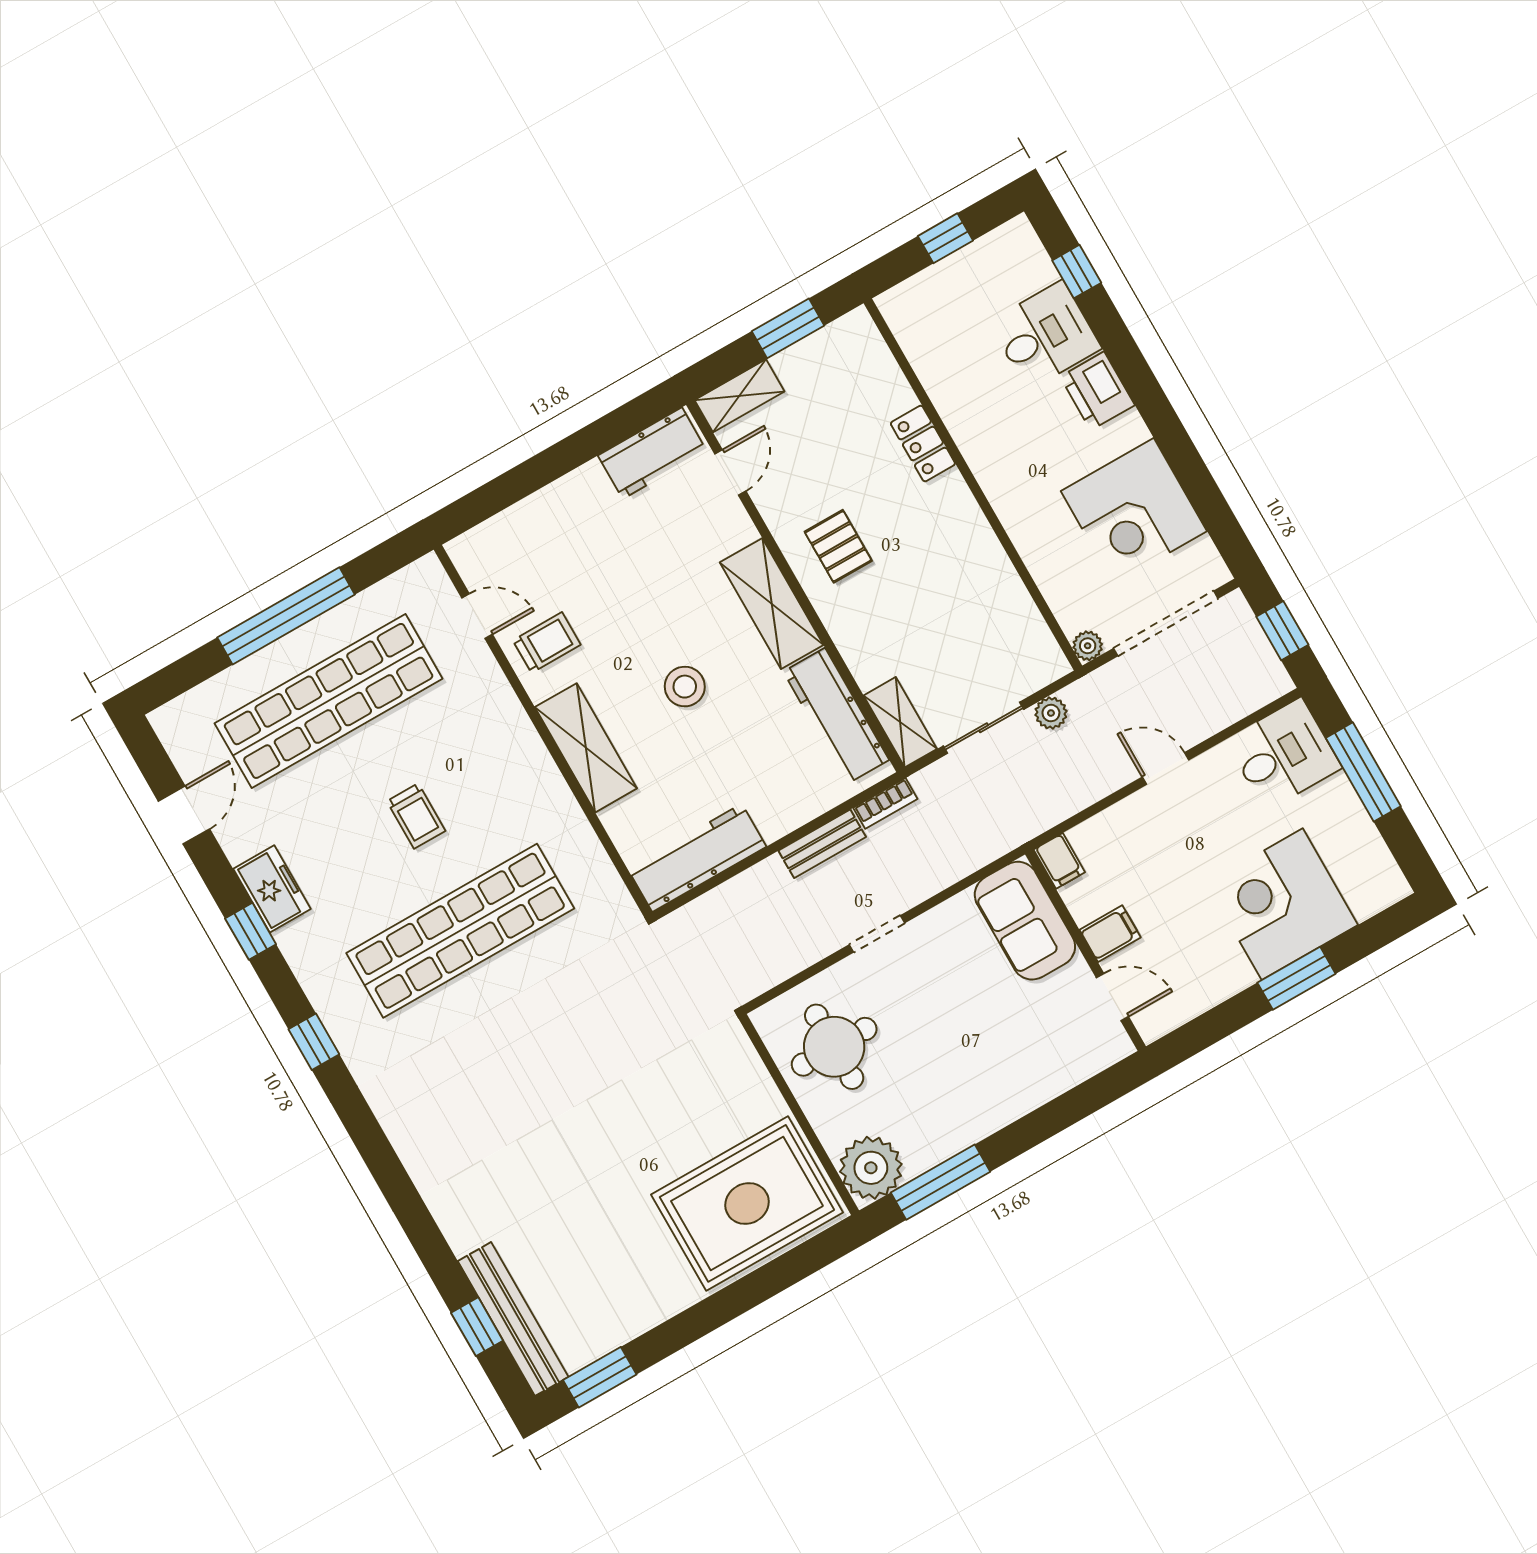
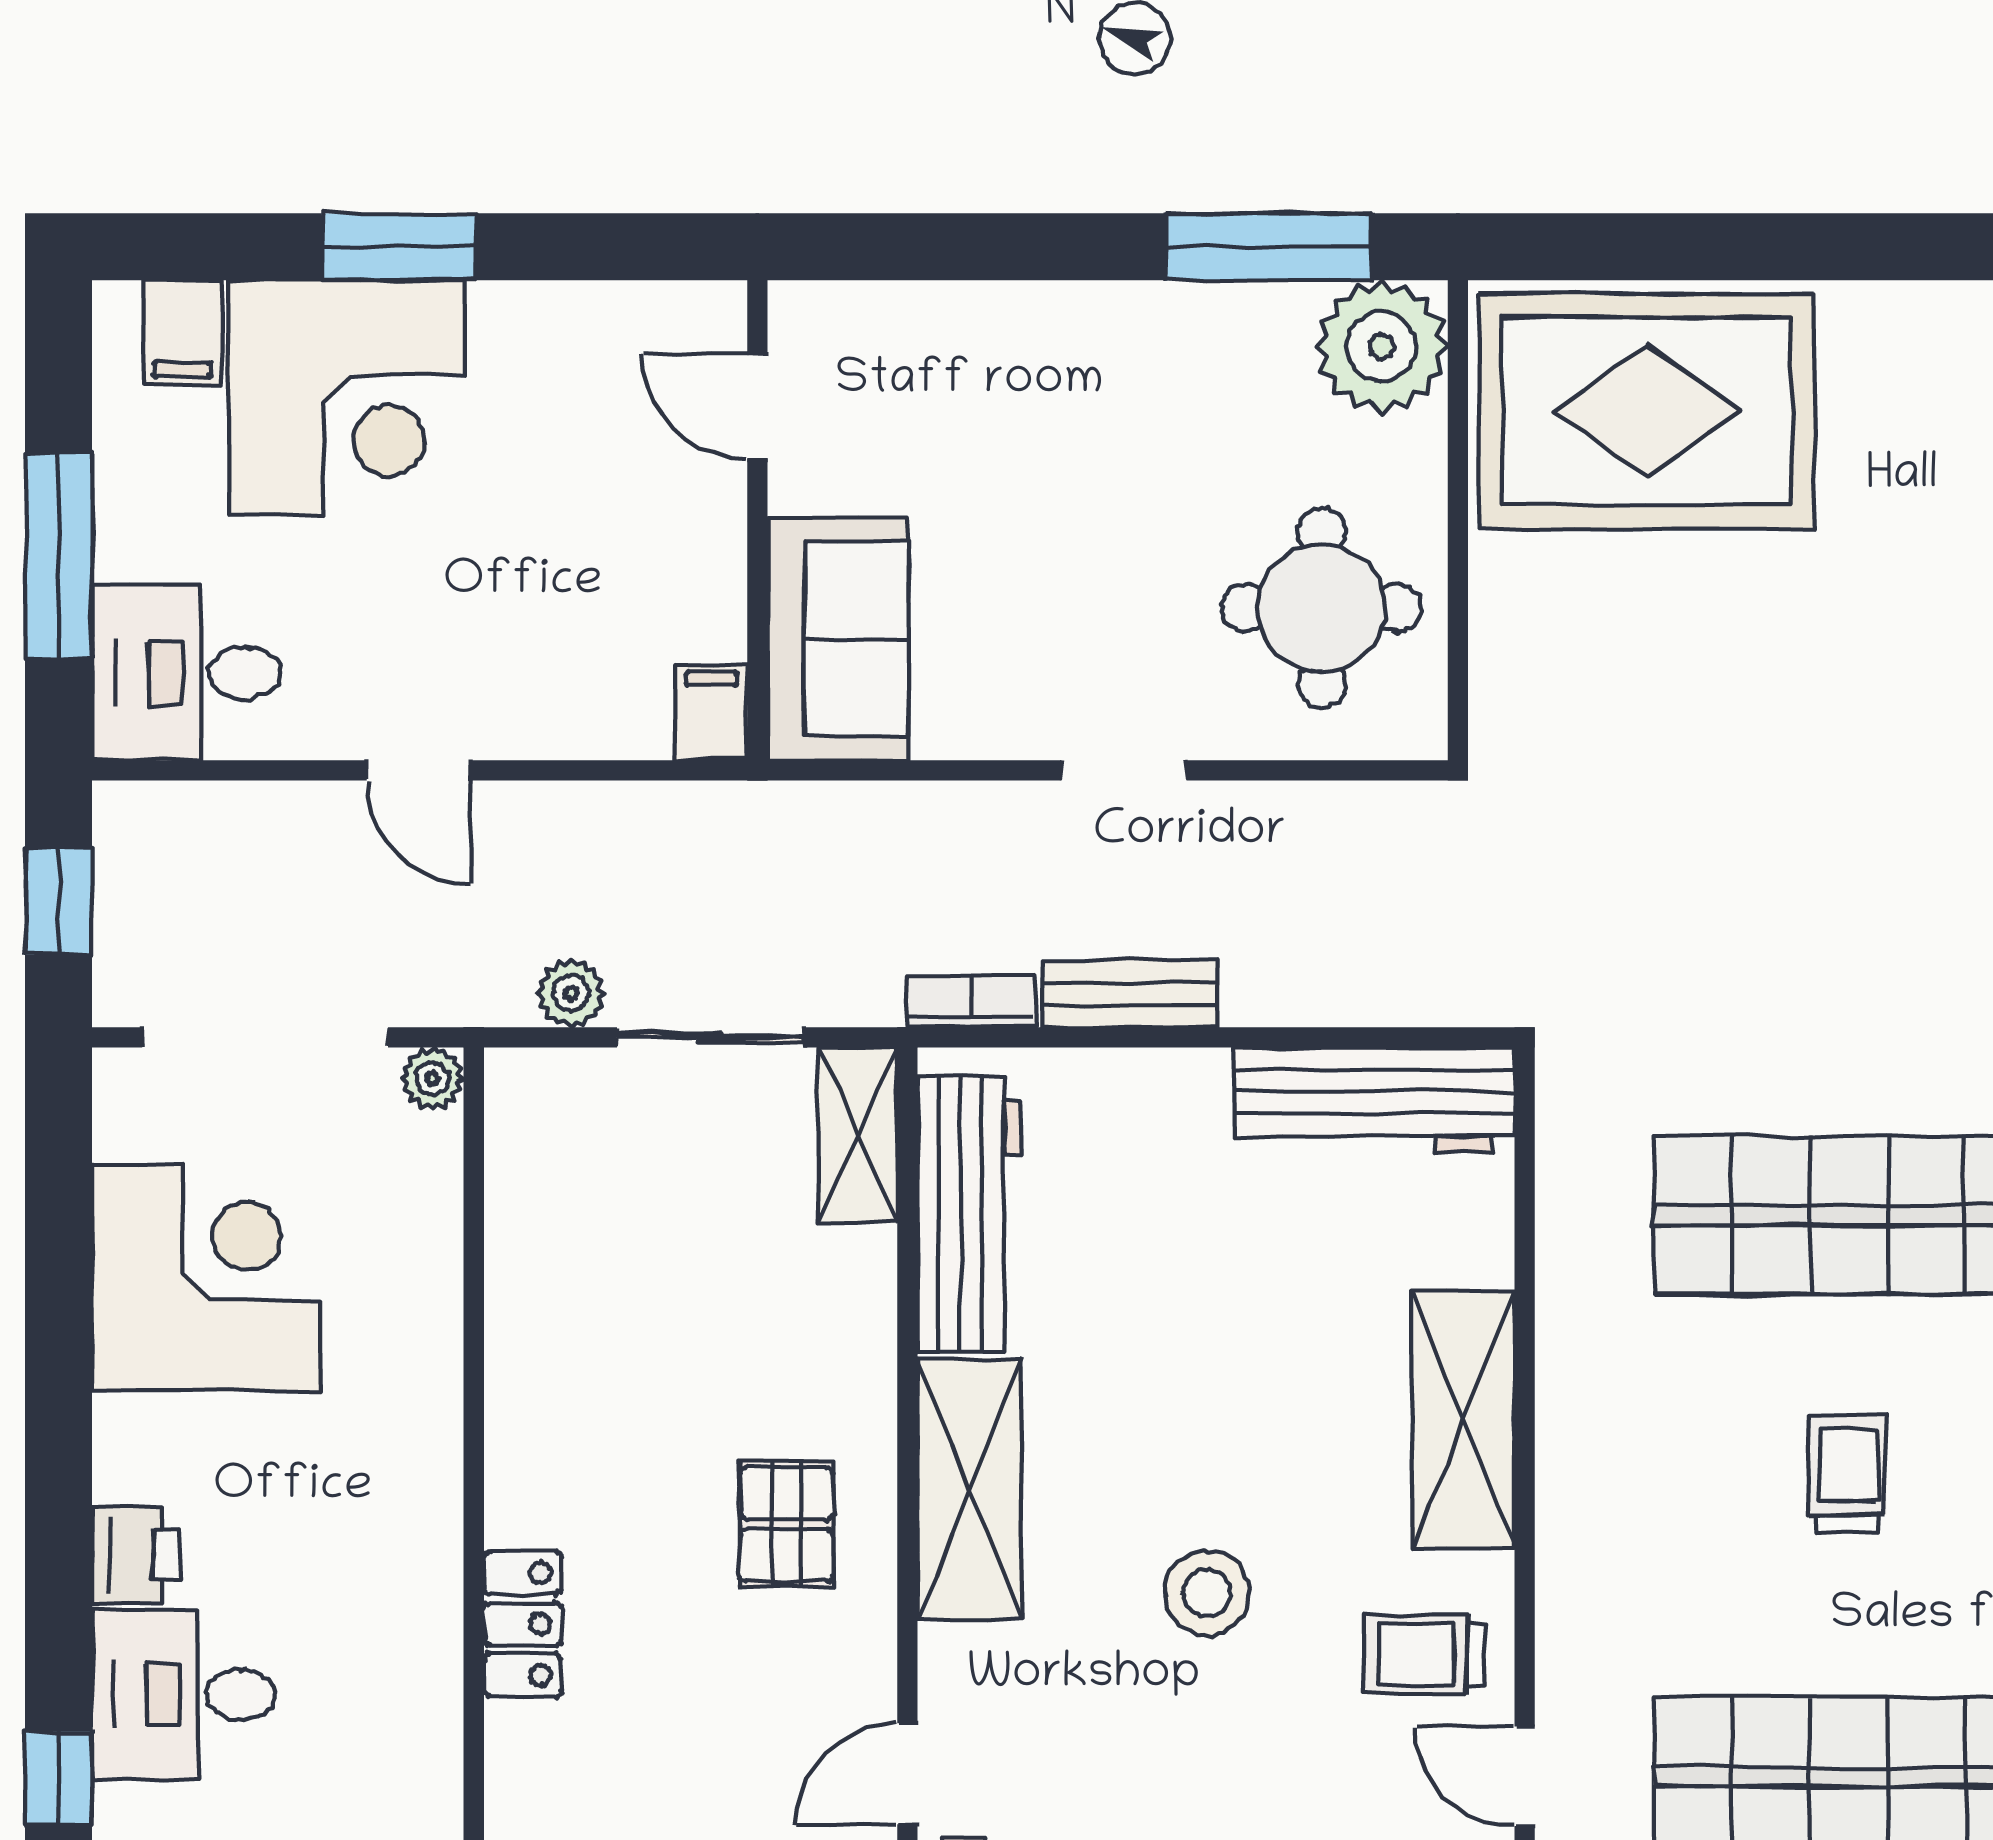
printer: (1097, 391) -> (136, 1555), width x0.73, depth x0.81
stool: (685, 687) -> (1207, 1593), moved
filing cabinet: (1110, 934) -> (183, 333), moved, turned -90

